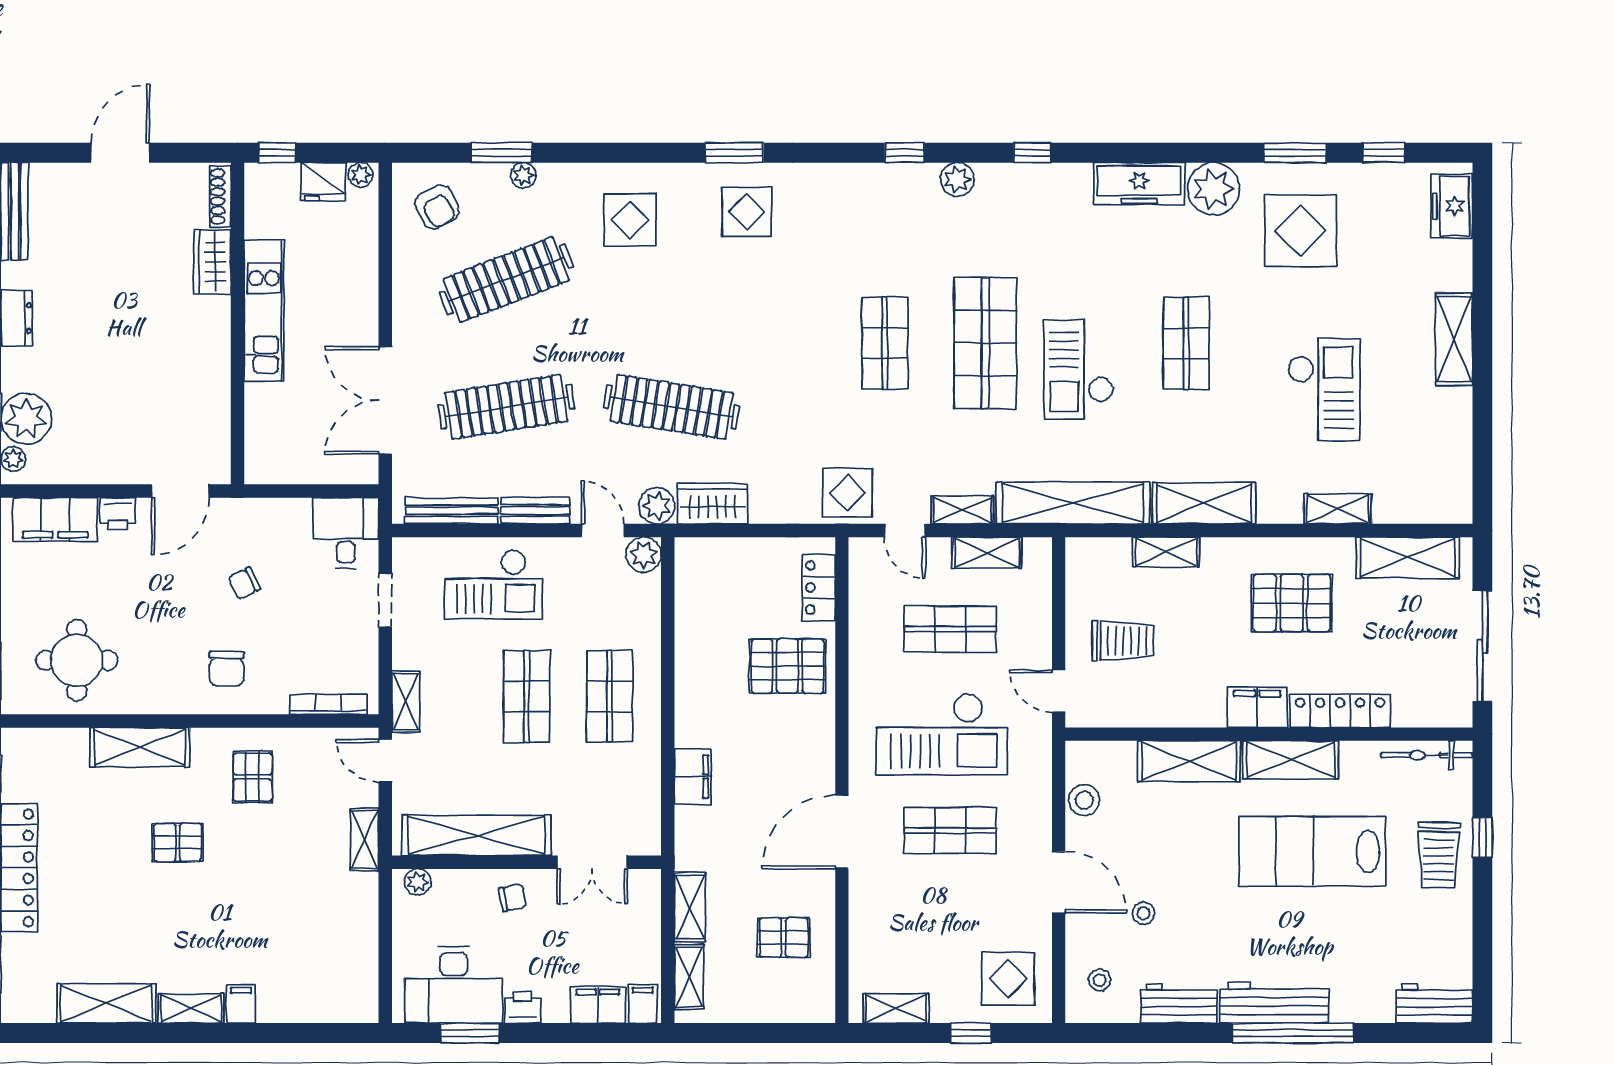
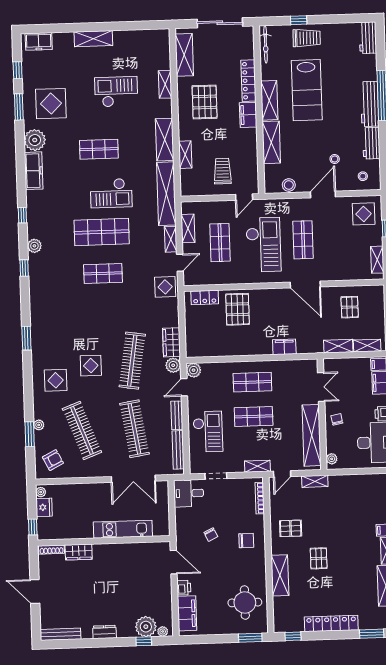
display table: (747, 212) -> (91, 366), moved
kitchen unit: (264, 311) -> (123, 529), moved

